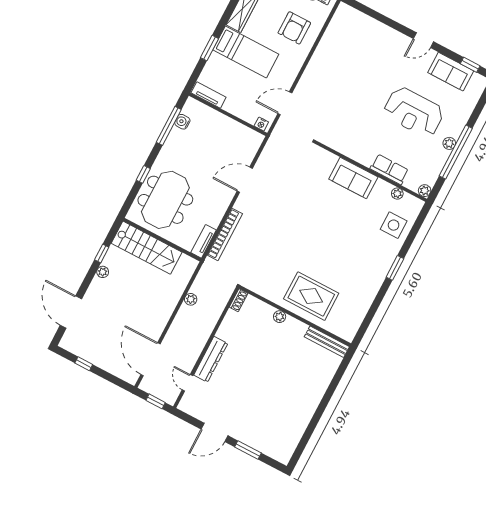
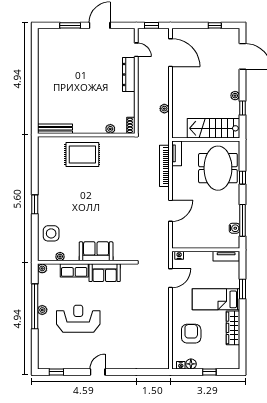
sofa: (451, 72) -> (105, 273), moved, turned 180
plant: (280, 317) -> (110, 129), moved

